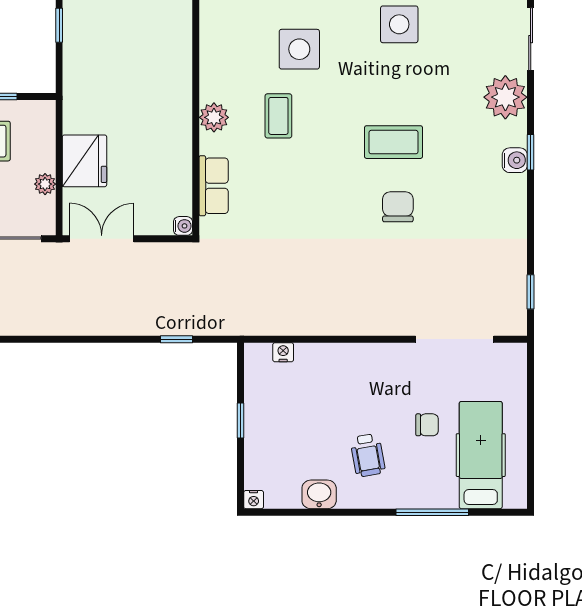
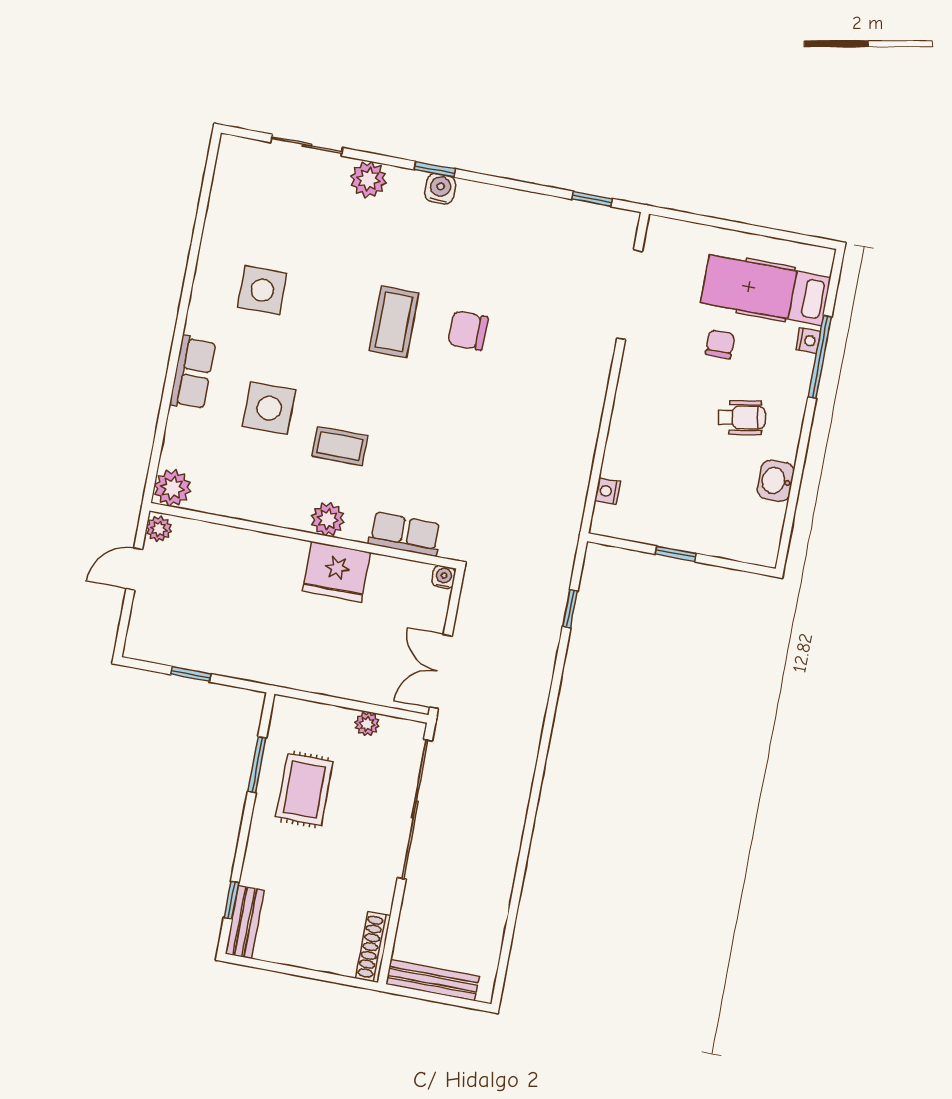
plant: (505, 97) -> (368, 179), width x0.73, depth x0.73
fridge: (85, 161) -> (336, 572), moved, turned 180
nightstand: (254, 500) -> (808, 341), moved

